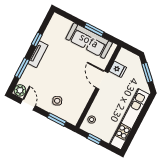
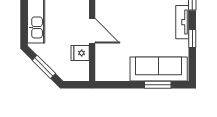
window: (94, 30) -> (158, 85), moved
sofa: (89, 41) -> (159, 69), moved

